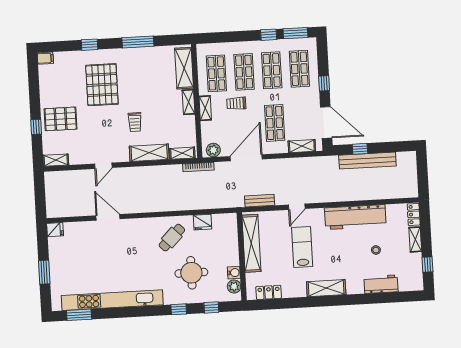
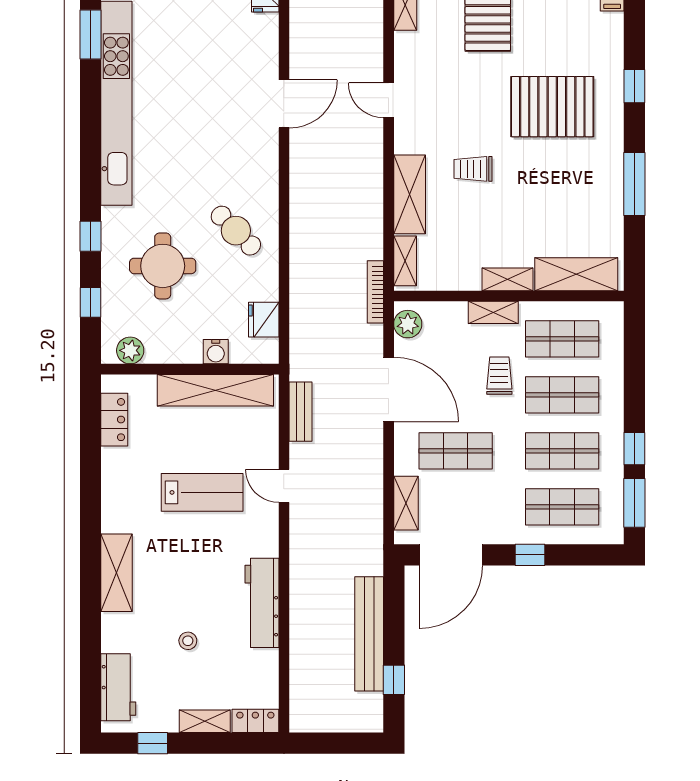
window: (360, 149) -> (394, 680), moved
workbench: (355, 217) -> (262, 603), width x0.73, depth x0.76
fridge: (202, 222) -> (264, 320), moved
water cooler: (234, 273) -> (216, 352), moved
workbench: (381, 284) -> (118, 687), moved
shelving: (326, 288) -> (116, 573), moved

